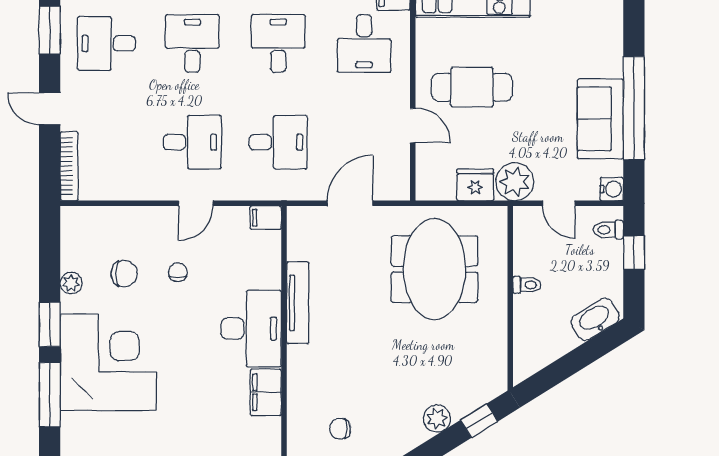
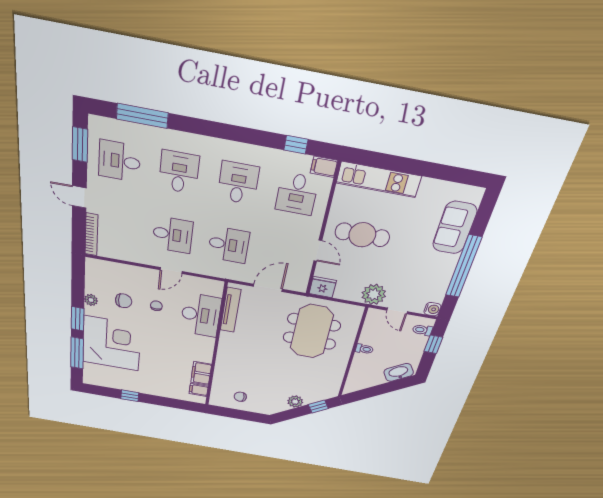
sofa: (600, 119) -> (455, 228), moved
fridge: (475, 185) -> (323, 287), moved
filing cabinet: (266, 218) -> (199, 390), moved
tv unit: (298, 303) -> (230, 310), moved
desk: (251, 329) -> (201, 315), moved

